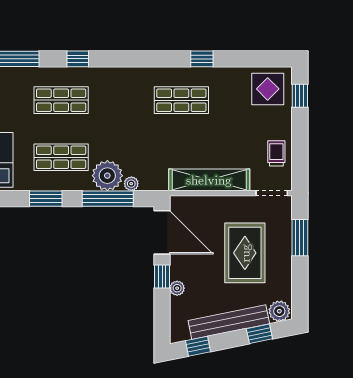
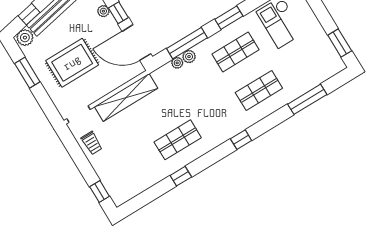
window: (78, 59) -> (241, 140), moved
display table: (268, 89) -> (124, 183), removed
plant: (107, 176) -> (189, 57), width x0.53, depth x0.53
window: (300, 238) -> (27, 73), moved
rug: (245, 253) -> (72, 63), turned 90

